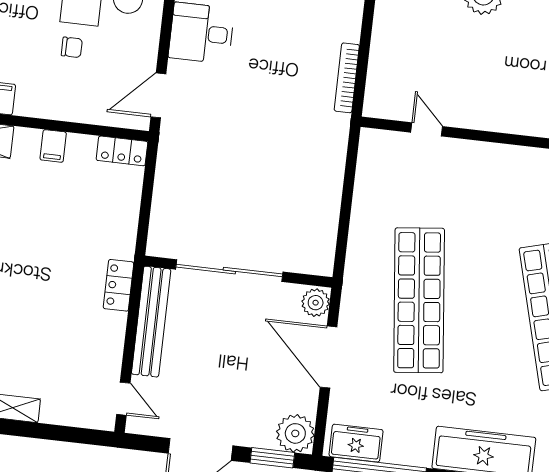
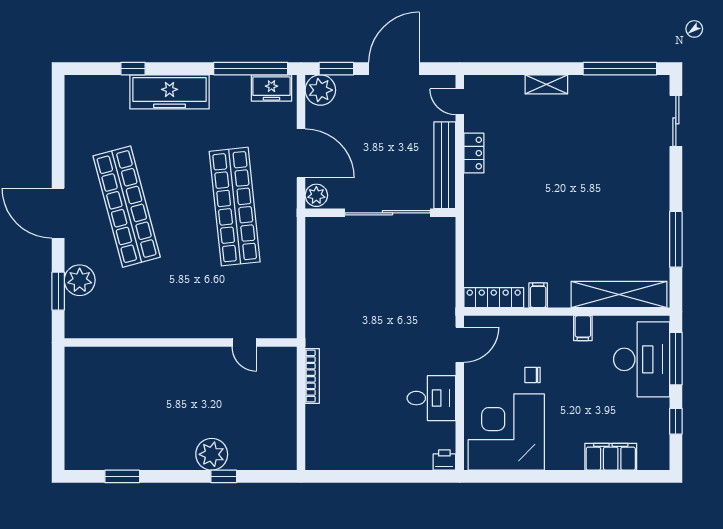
locker: (122, 151) -> (494, 298), width x1.53
locker: (119, 285) -> (474, 153), moved

